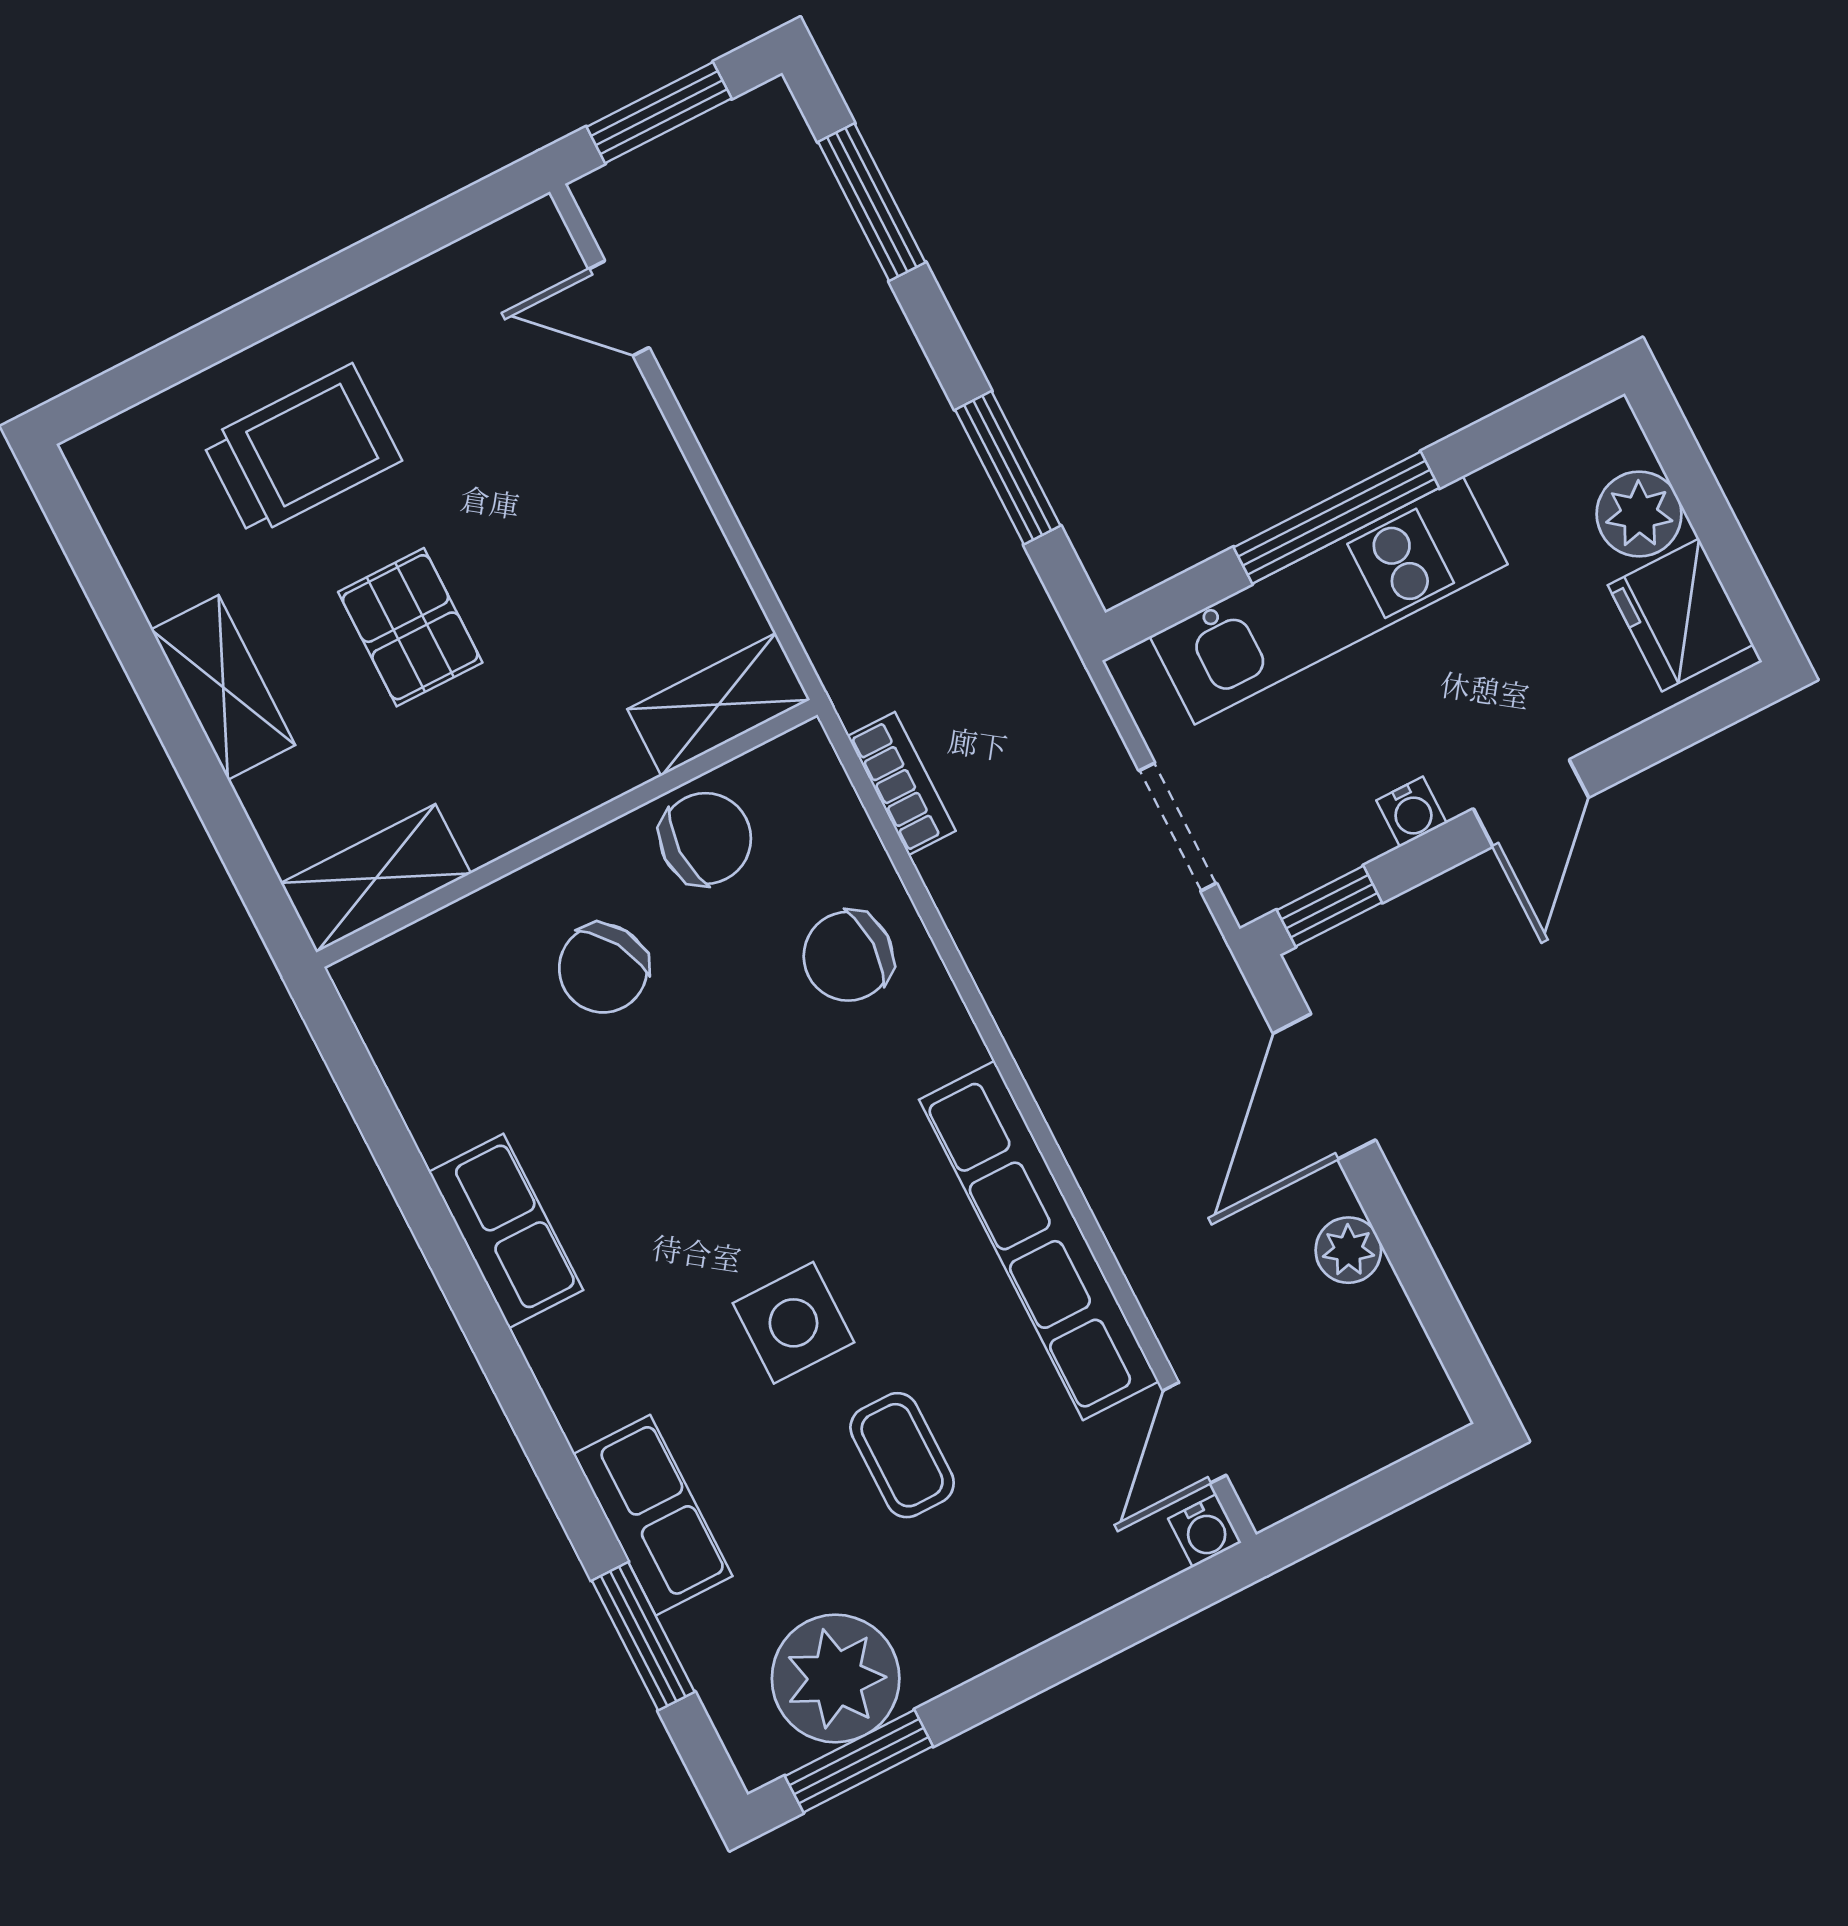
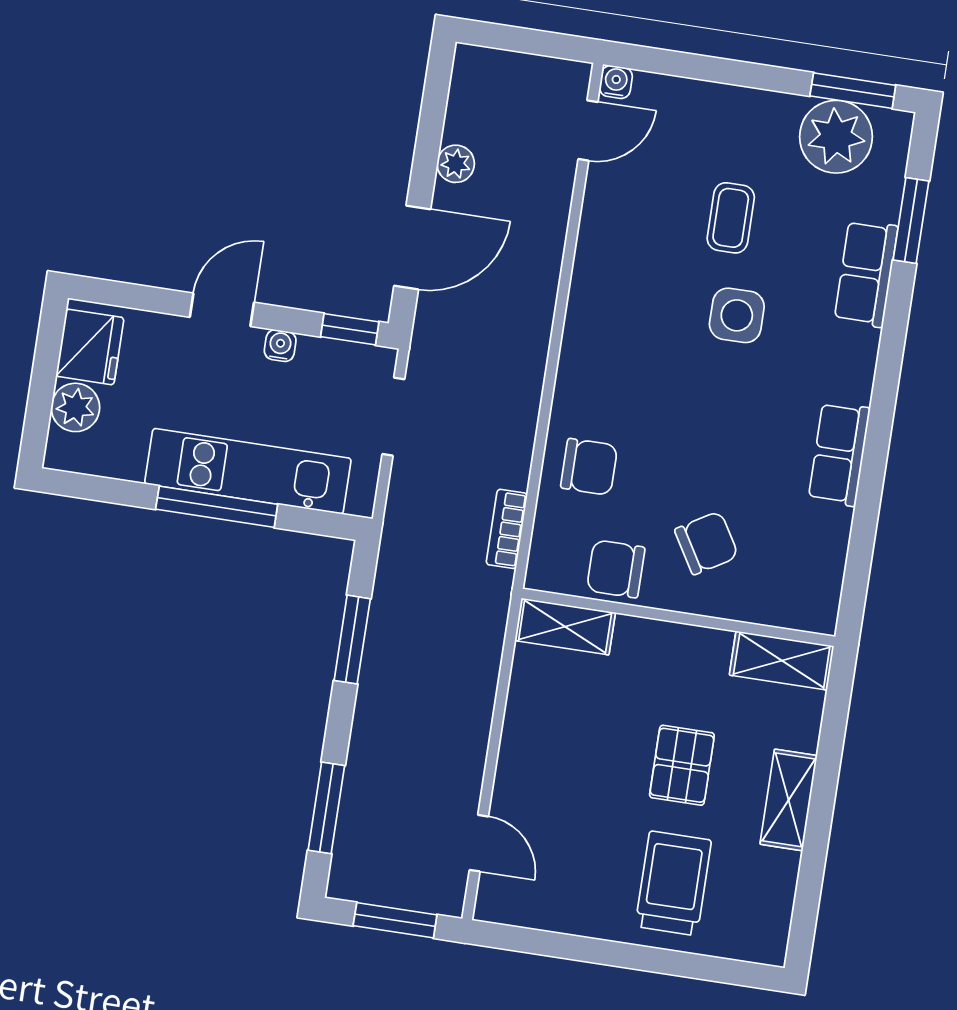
trolley: (302, 450) -> (673, 883), turned 90
row of seats: (1039, 1241) -> (596, 272), removed

